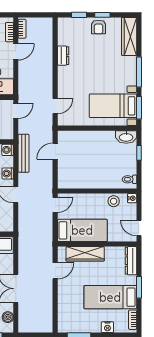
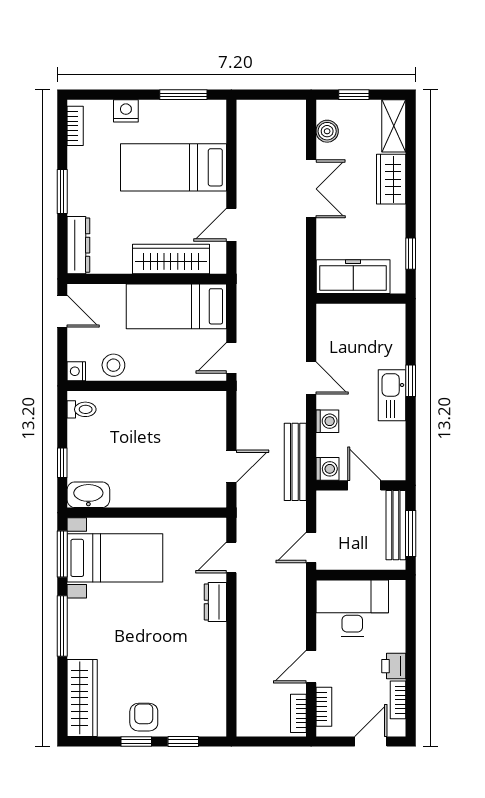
dresser: (63, 56) -> (215, 602), moved
bed: (110, 297) -> (173, 167), moved, turned 180

